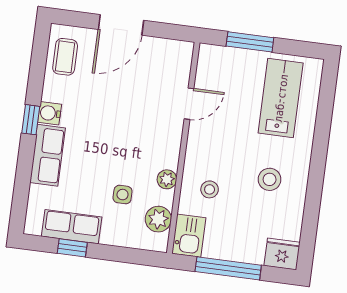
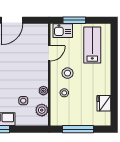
stool: (270, 179) -> (67, 73), moved
kitchen sink: (189, 236) -> (63, 31), moved, turned 90
fridge: (282, 254) -> (104, 103), moved, turned -90

